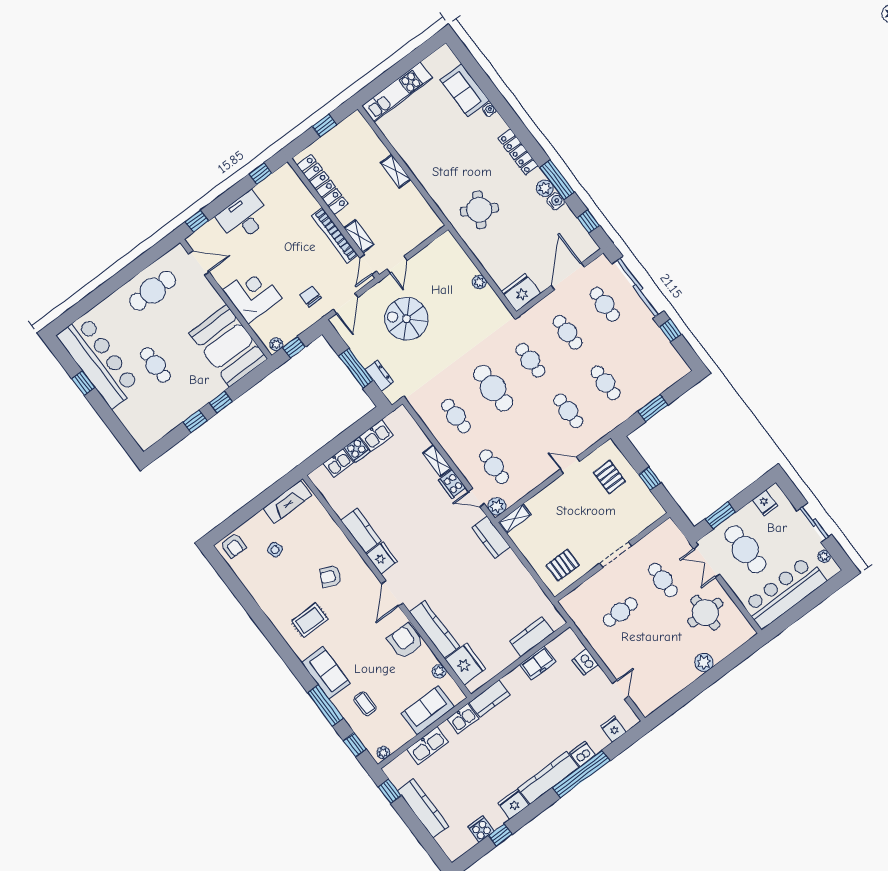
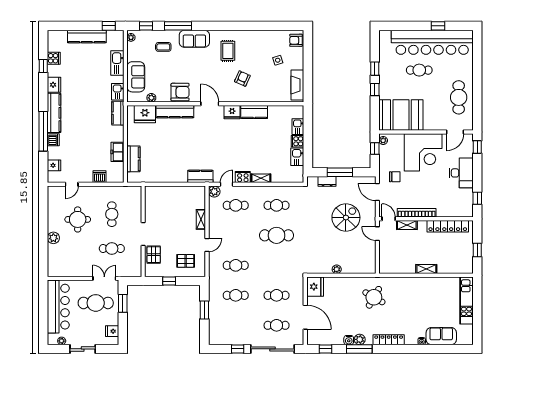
corner desk: (252, 294) -> (423, 152), width x1.36, depth x1.36
cafe table: (530, 360) -> (277, 265), removed
bar counter: (99, 361) -> (432, 42), width x1.36
shelving: (515, 519) -> (201, 219), moved
pallet: (563, 565) -> (154, 255), moved
round table: (705, 613) -> (78, 219), moved
door: (621, 690) -> (72, 184), hinge flipped

